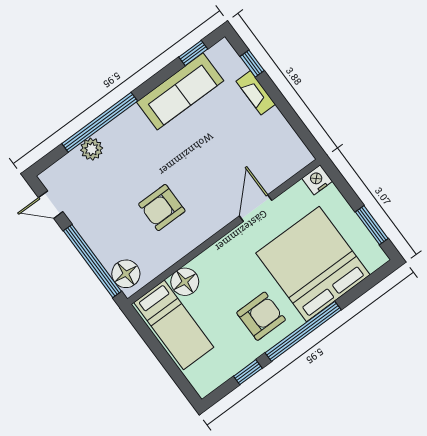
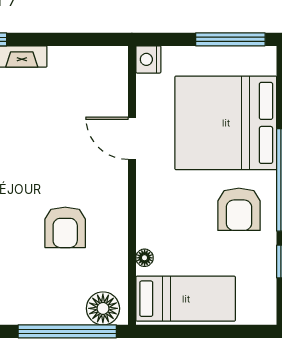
window: (372, 225) -> (230, 39), width x1.44
floor lamp: (185, 282) -> (145, 258), width x0.53, depth x0.53
armchair: (261, 316) -> (239, 209), turned 180

